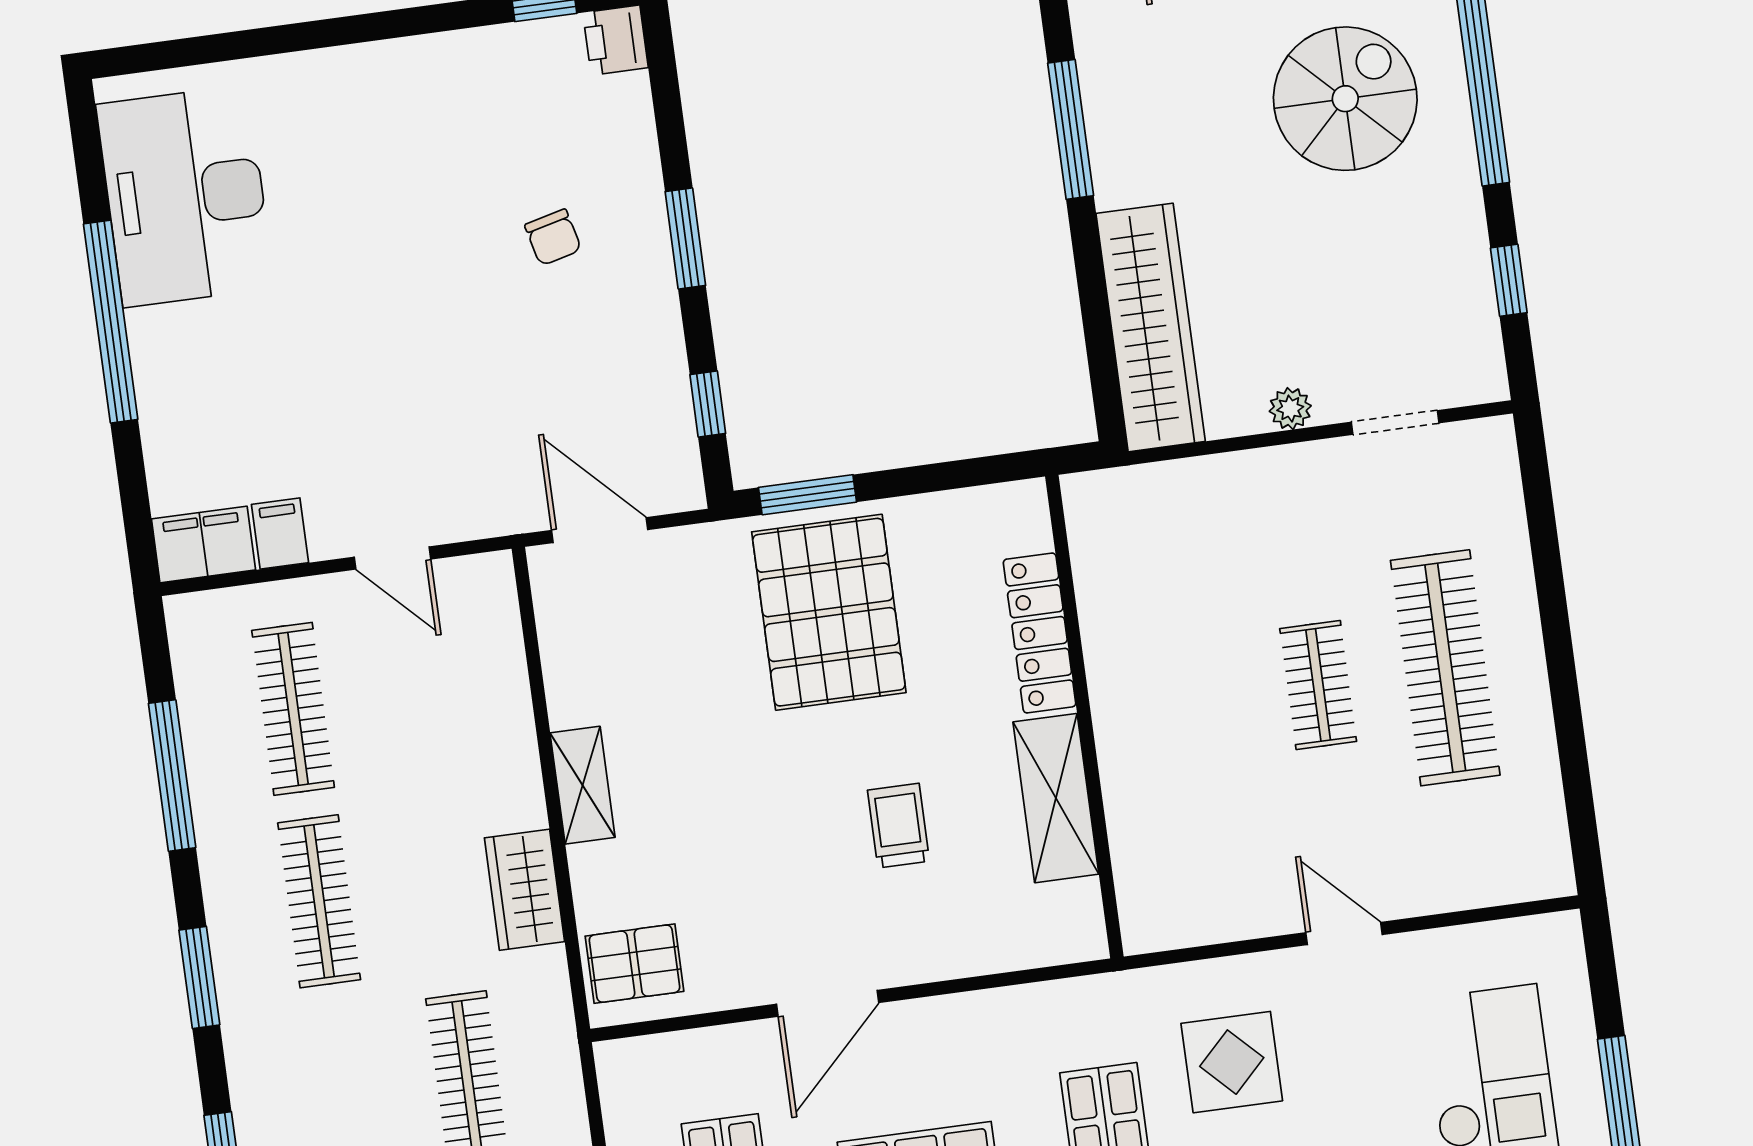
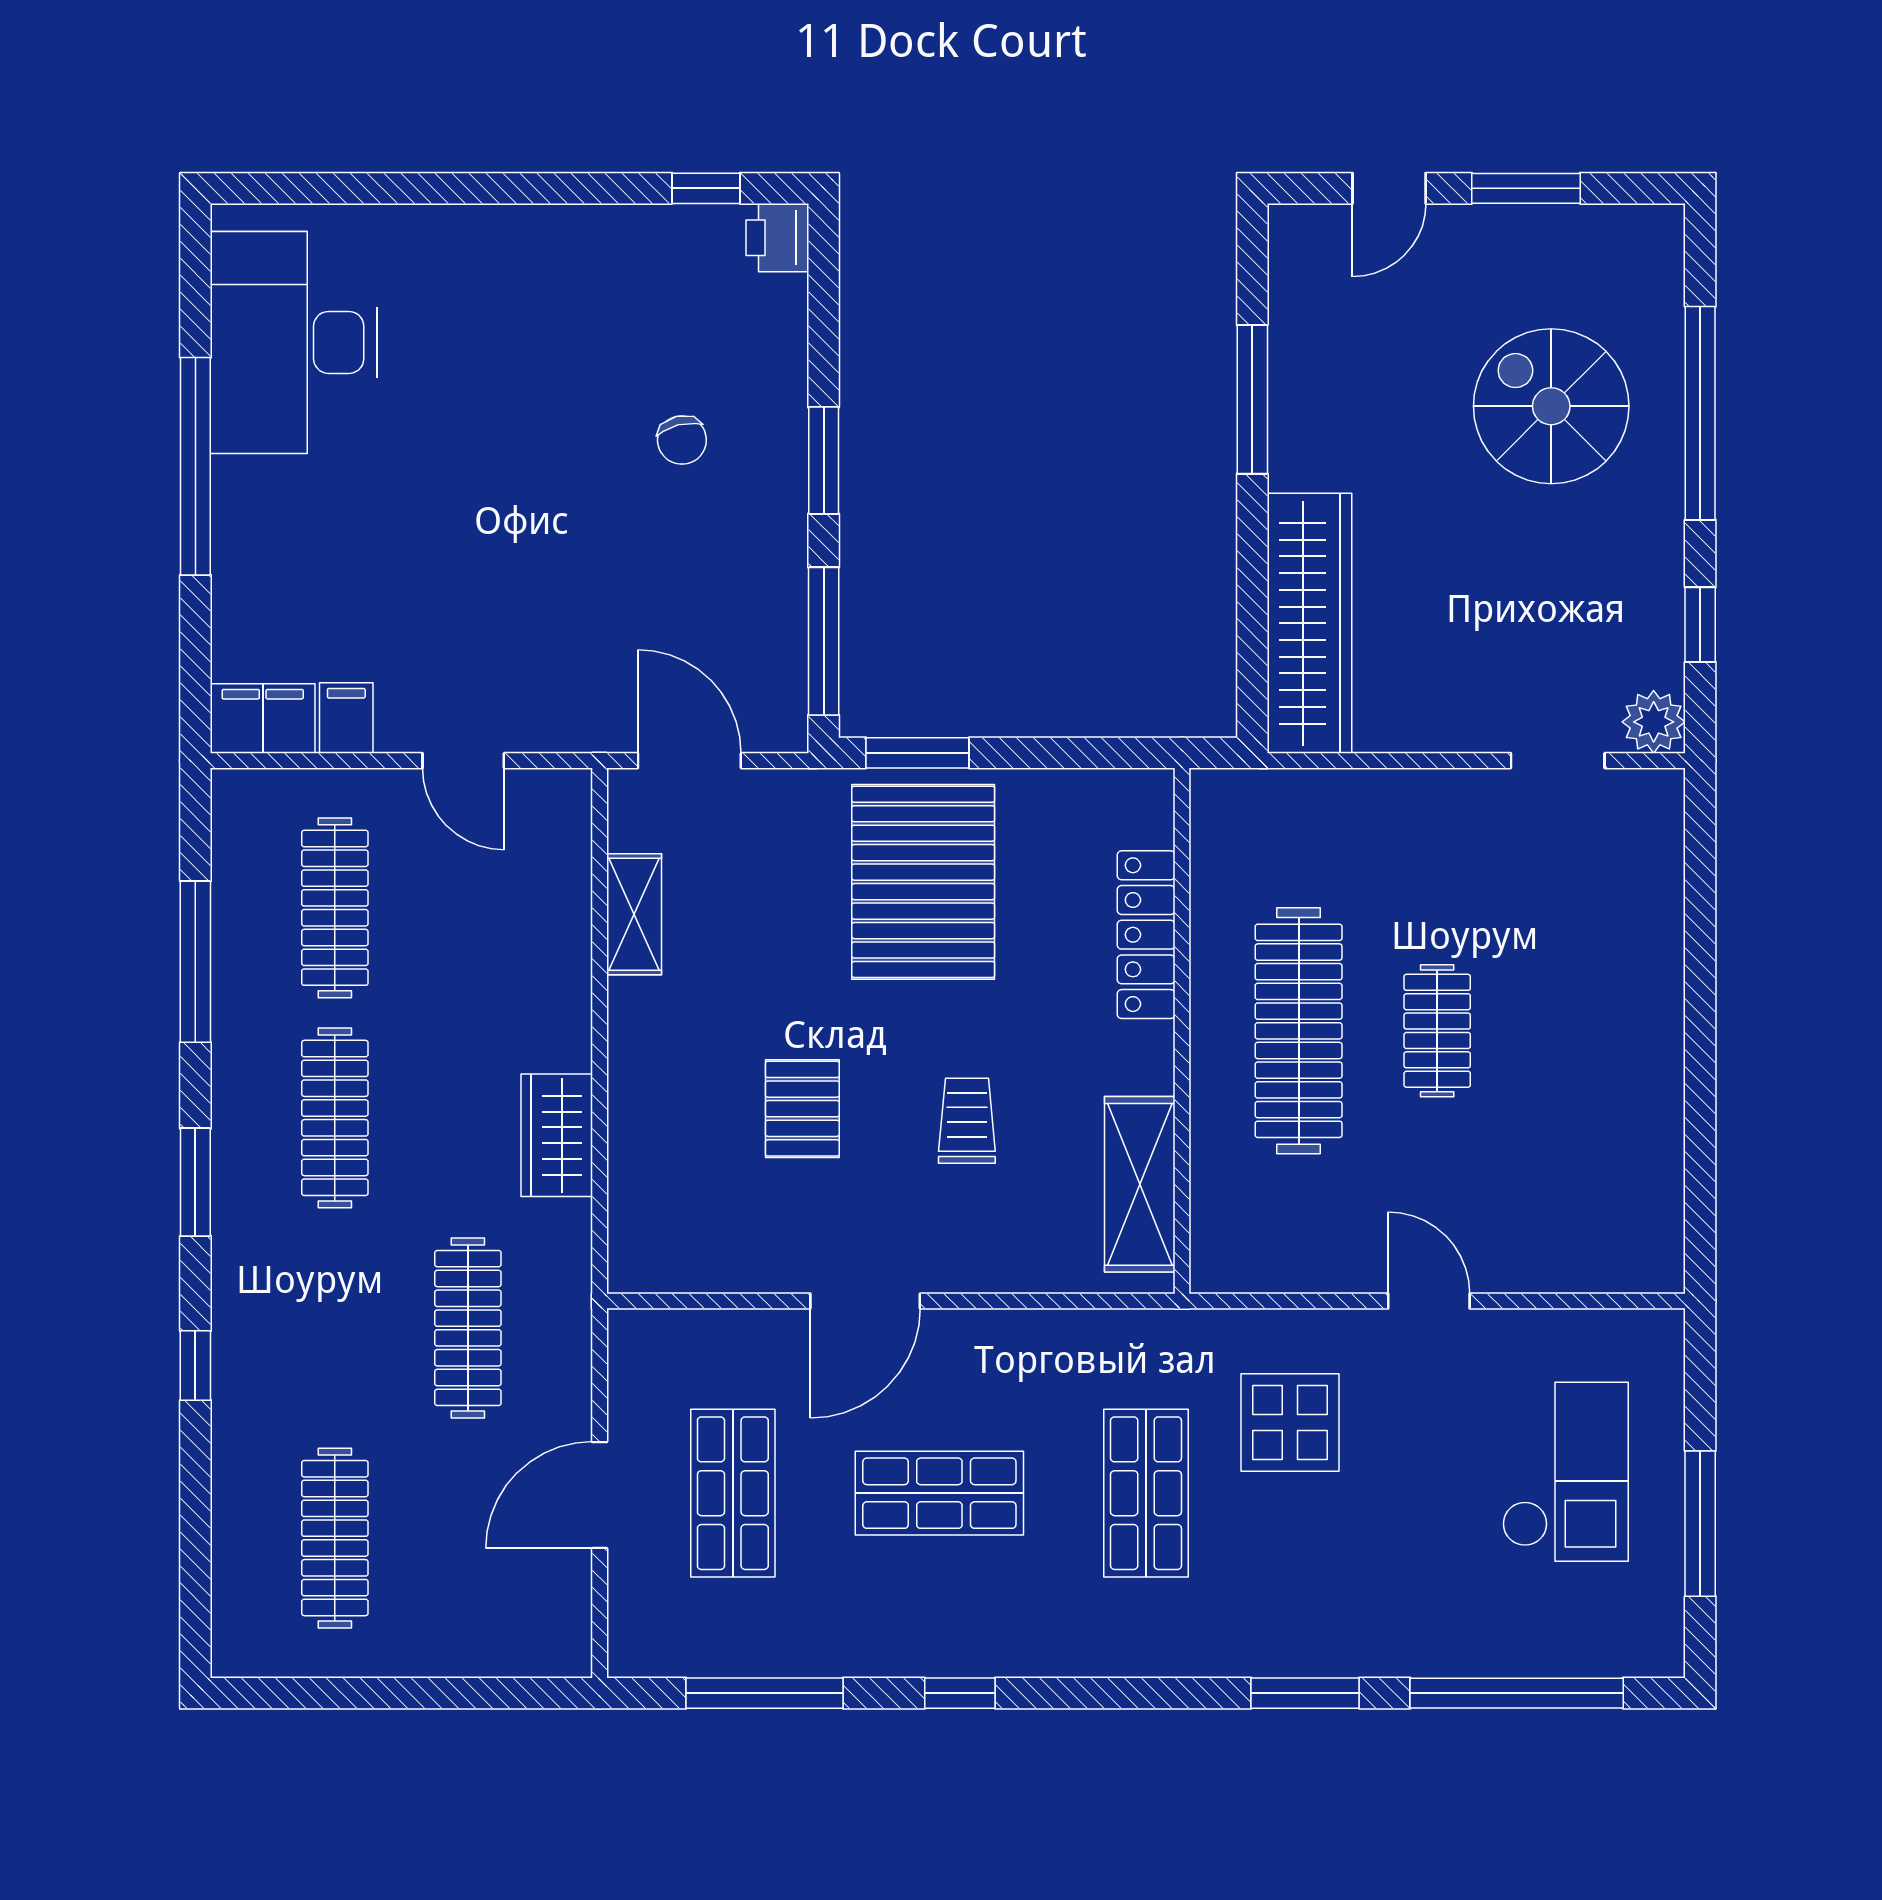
spiral stairs: (1345, 99) -> (1551, 406), turned -90
window: (708, 404) -> (824, 641), width x2.17
plant: (1290, 409) -> (1654, 722), moved, width x1.38, depth x1.38
clothes rail: (1445, 668) -> (1299, 1031), moved
shelving: (583, 785) -> (634, 914), moved
shelving: (1056, 798) -> (1140, 1184), moved
pallet: (634, 964) -> (802, 1109), moved, turned 90

